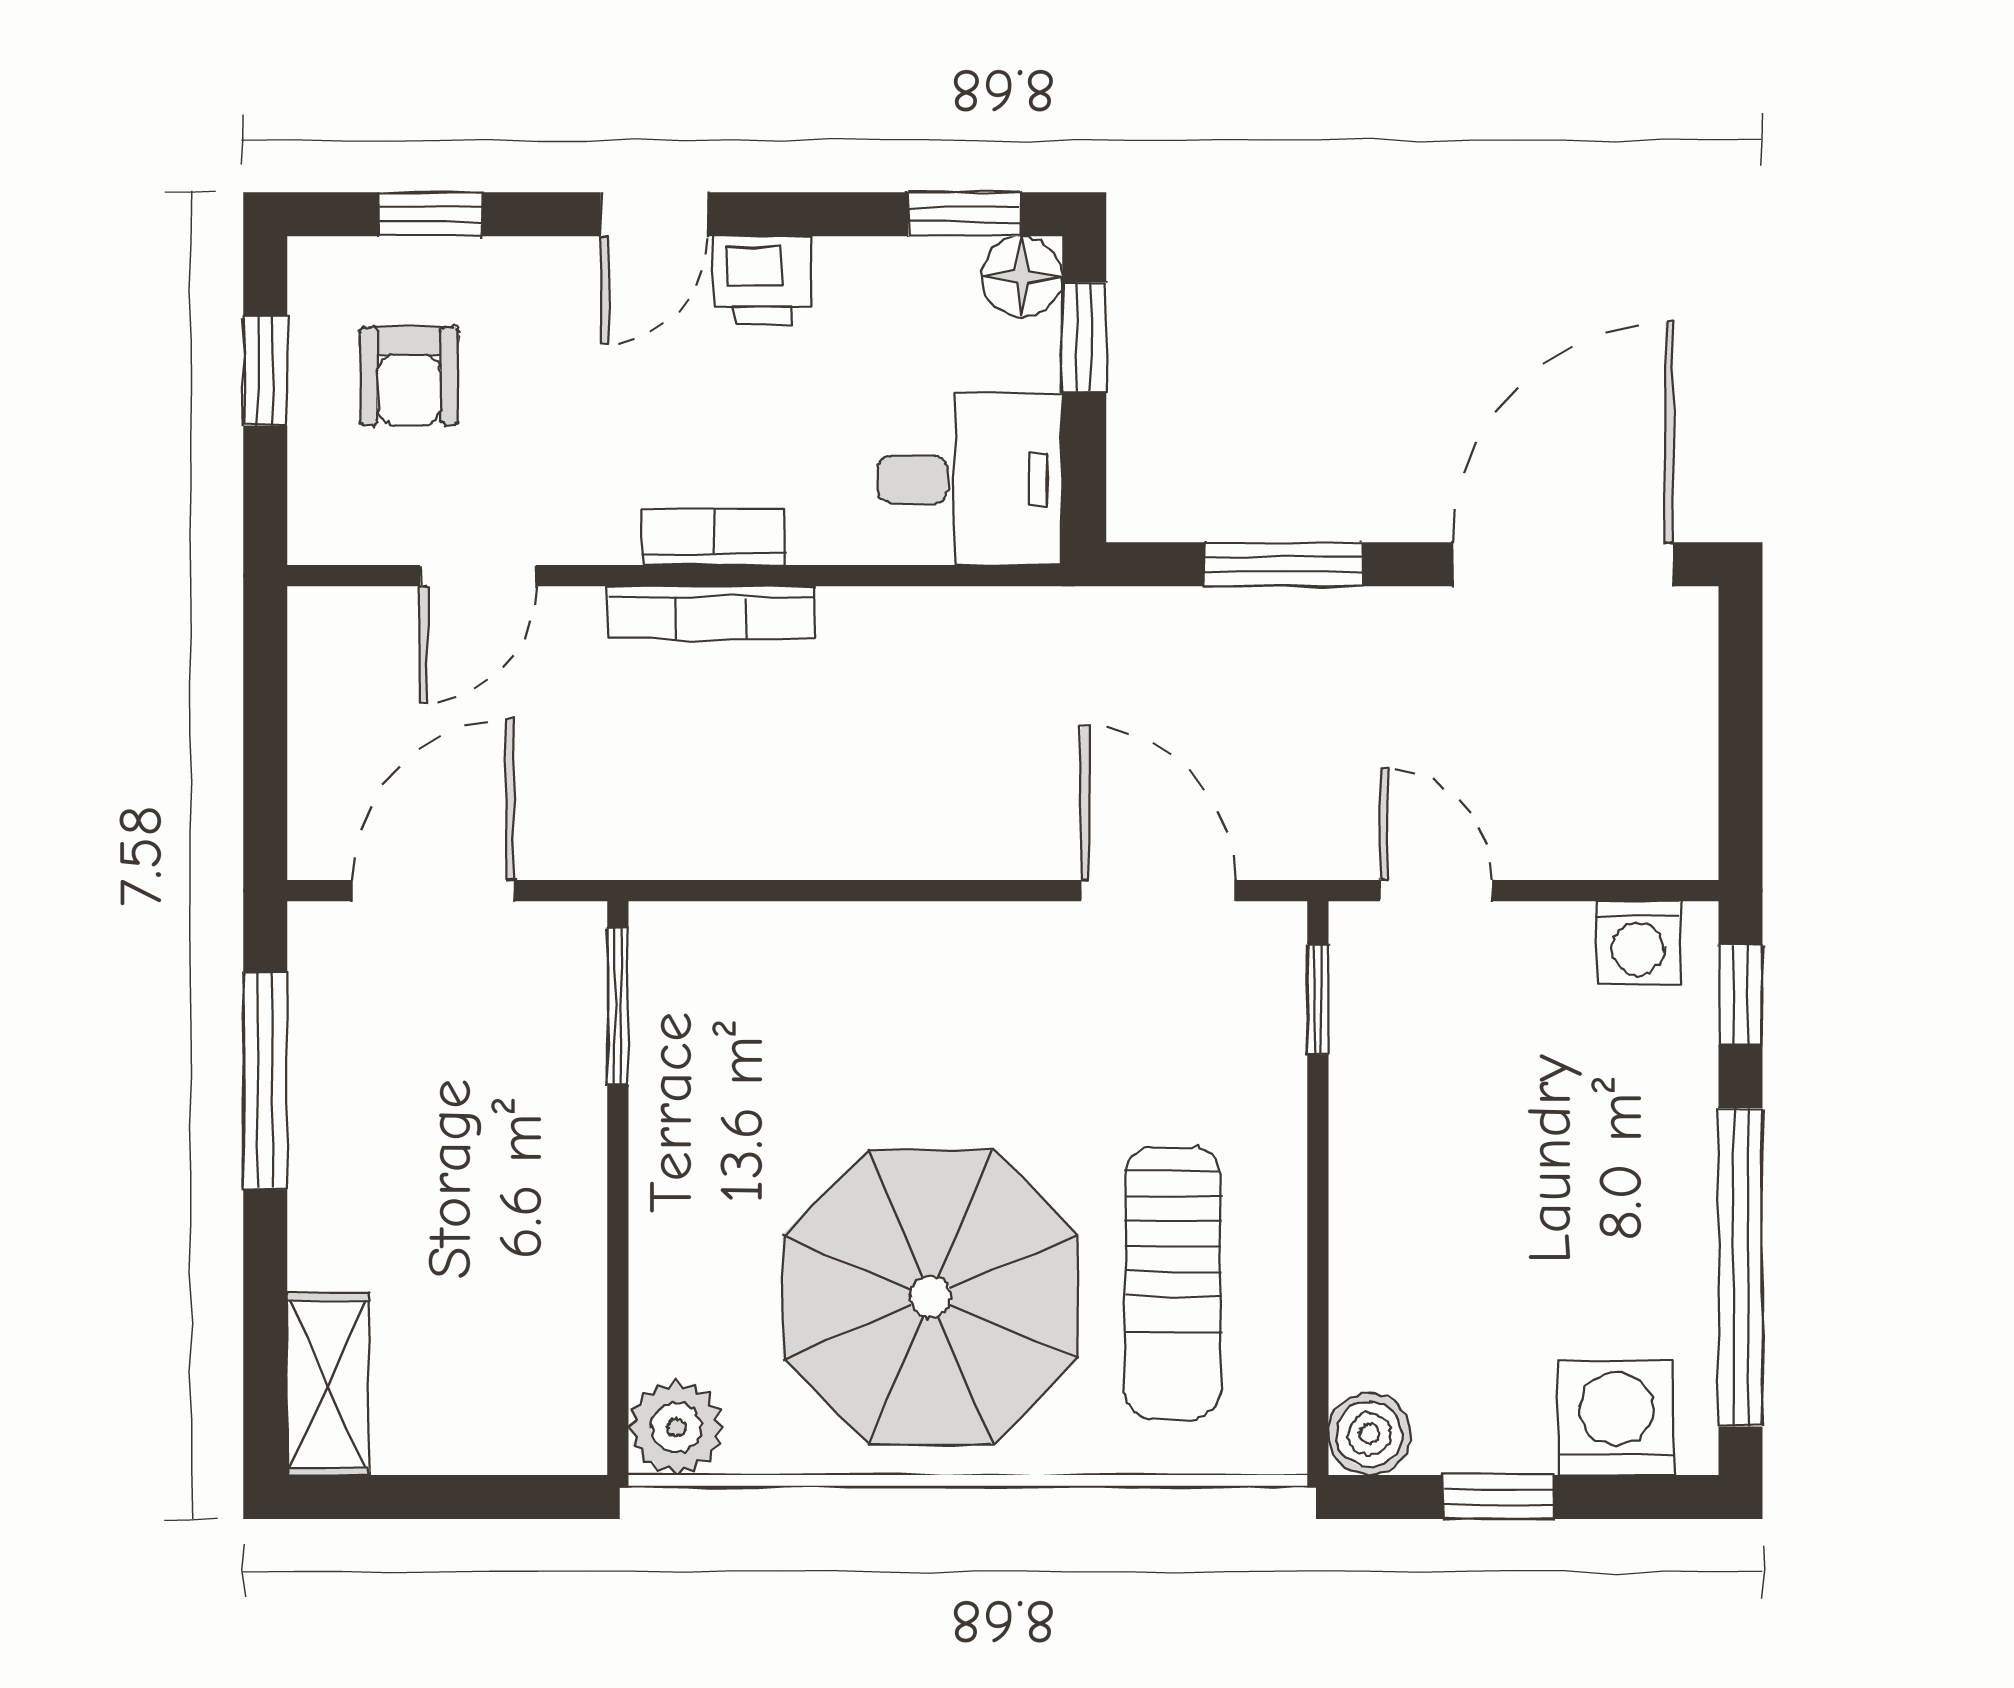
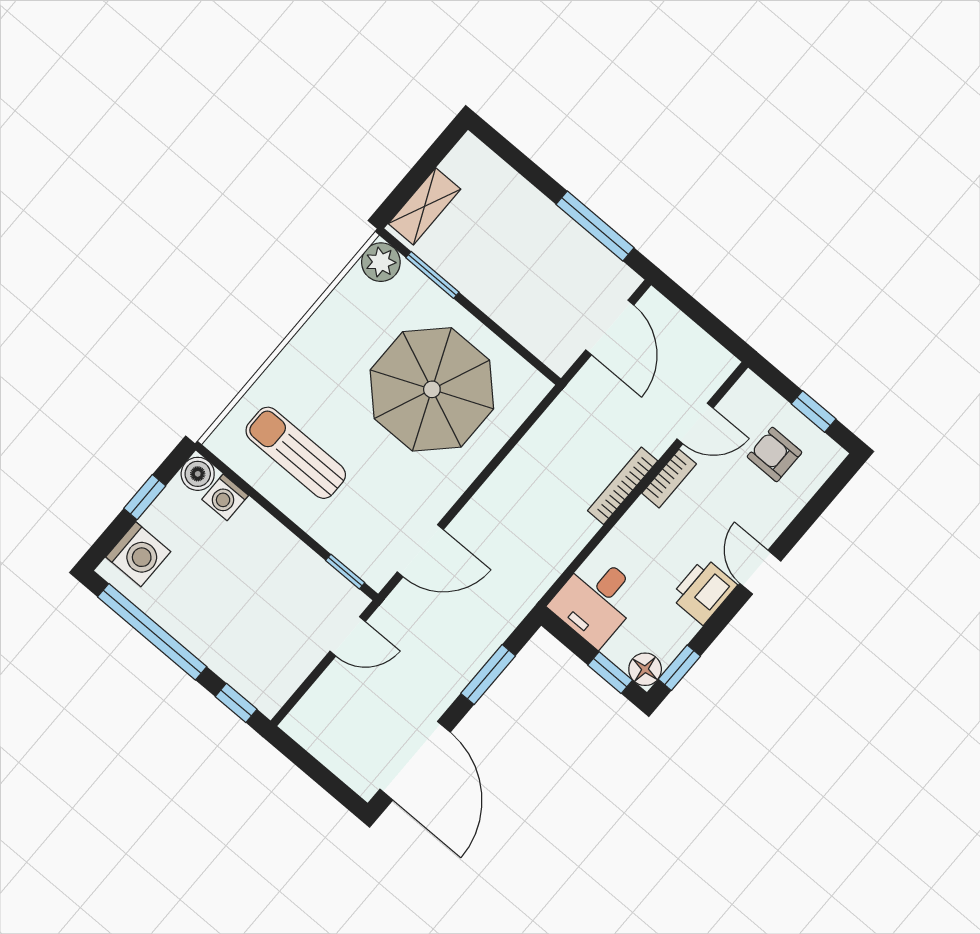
window: (430, 214) -> (819, 503), removed
printer: (763, 280) -> (704, 591), width x1.36, depth x1.24
bookcase: (714, 537) -> (669, 479), moved
door: (478, 576) -> (695, 424), swing flipped
washing machine: (1638, 943) -> (225, 497), moved, turned -90
window: (618, 1006) -> (432, 275), moved
parasol: (930, 1297) -> (432, 389), moved
shelving: (328, 1384) -> (425, 206), moved, turned 90

